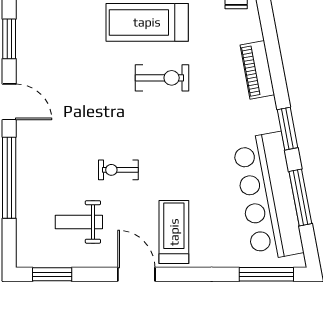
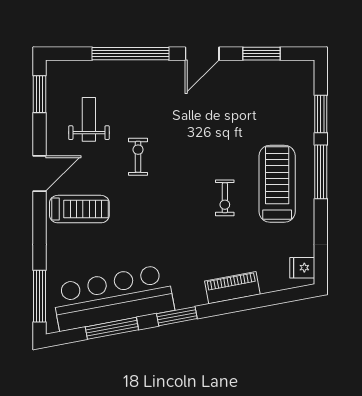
exercise bike: (162, 78) -> (225, 198), width x0.73, depth x0.72

